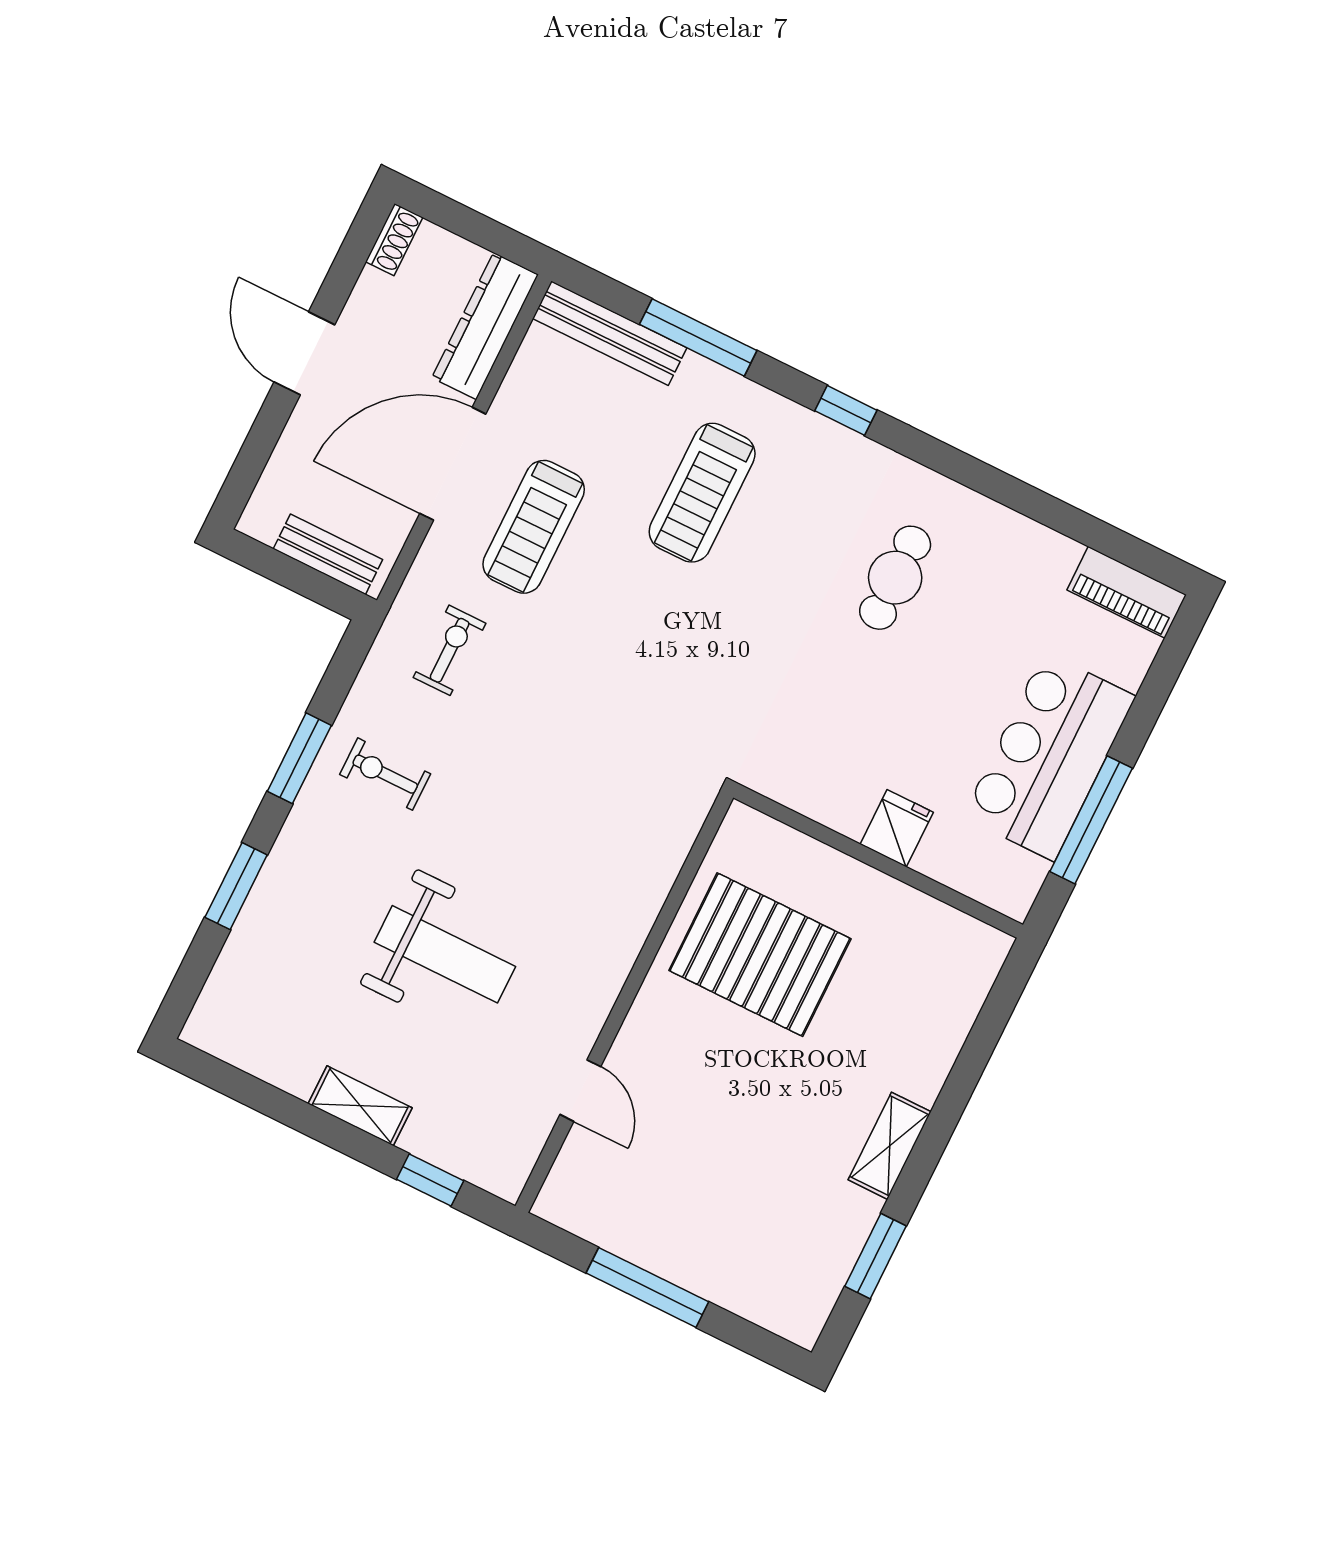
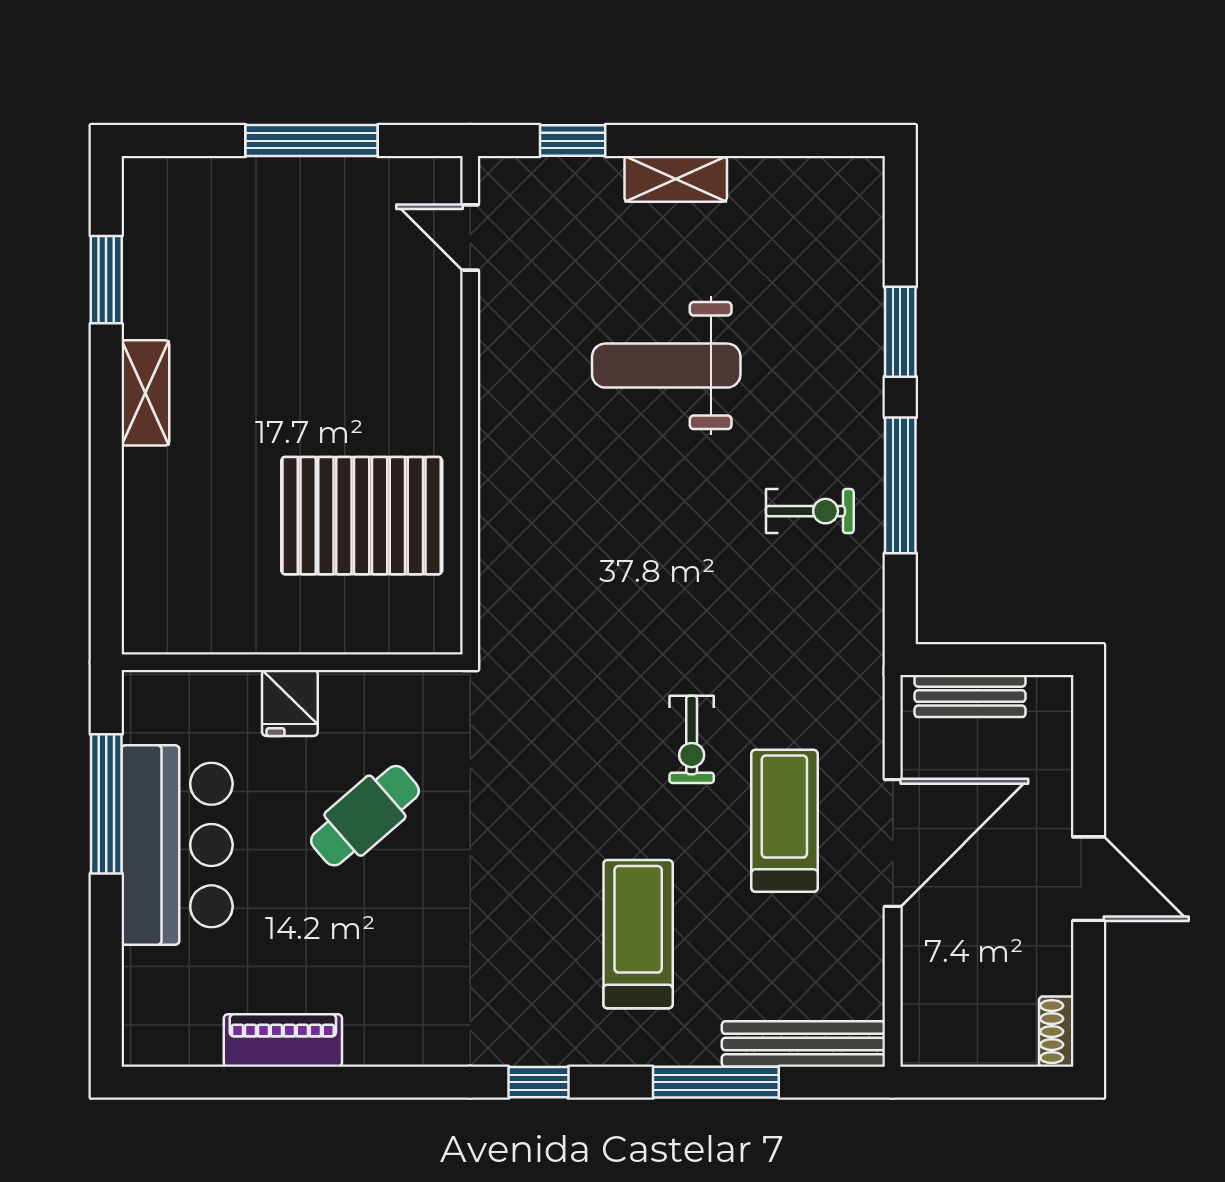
dresser: (485, 326) -> (927, 991), removed
cafe table: (895, 578) -> (365, 816), moved, turned 49
piano: (1127, 592) -> (283, 1041), moved
exercise bike: (450, 650) -> (692, 739), moved
window: (299, 758) -> (900, 485), width x1.44
door: (580, 1091) -> (470, 238), moved

